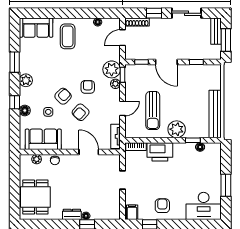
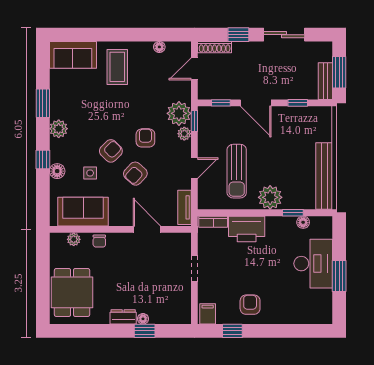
bench: (216, 31) -> (325, 81), moved
desk: (204, 206) -> (313, 264), moved, turned -90

